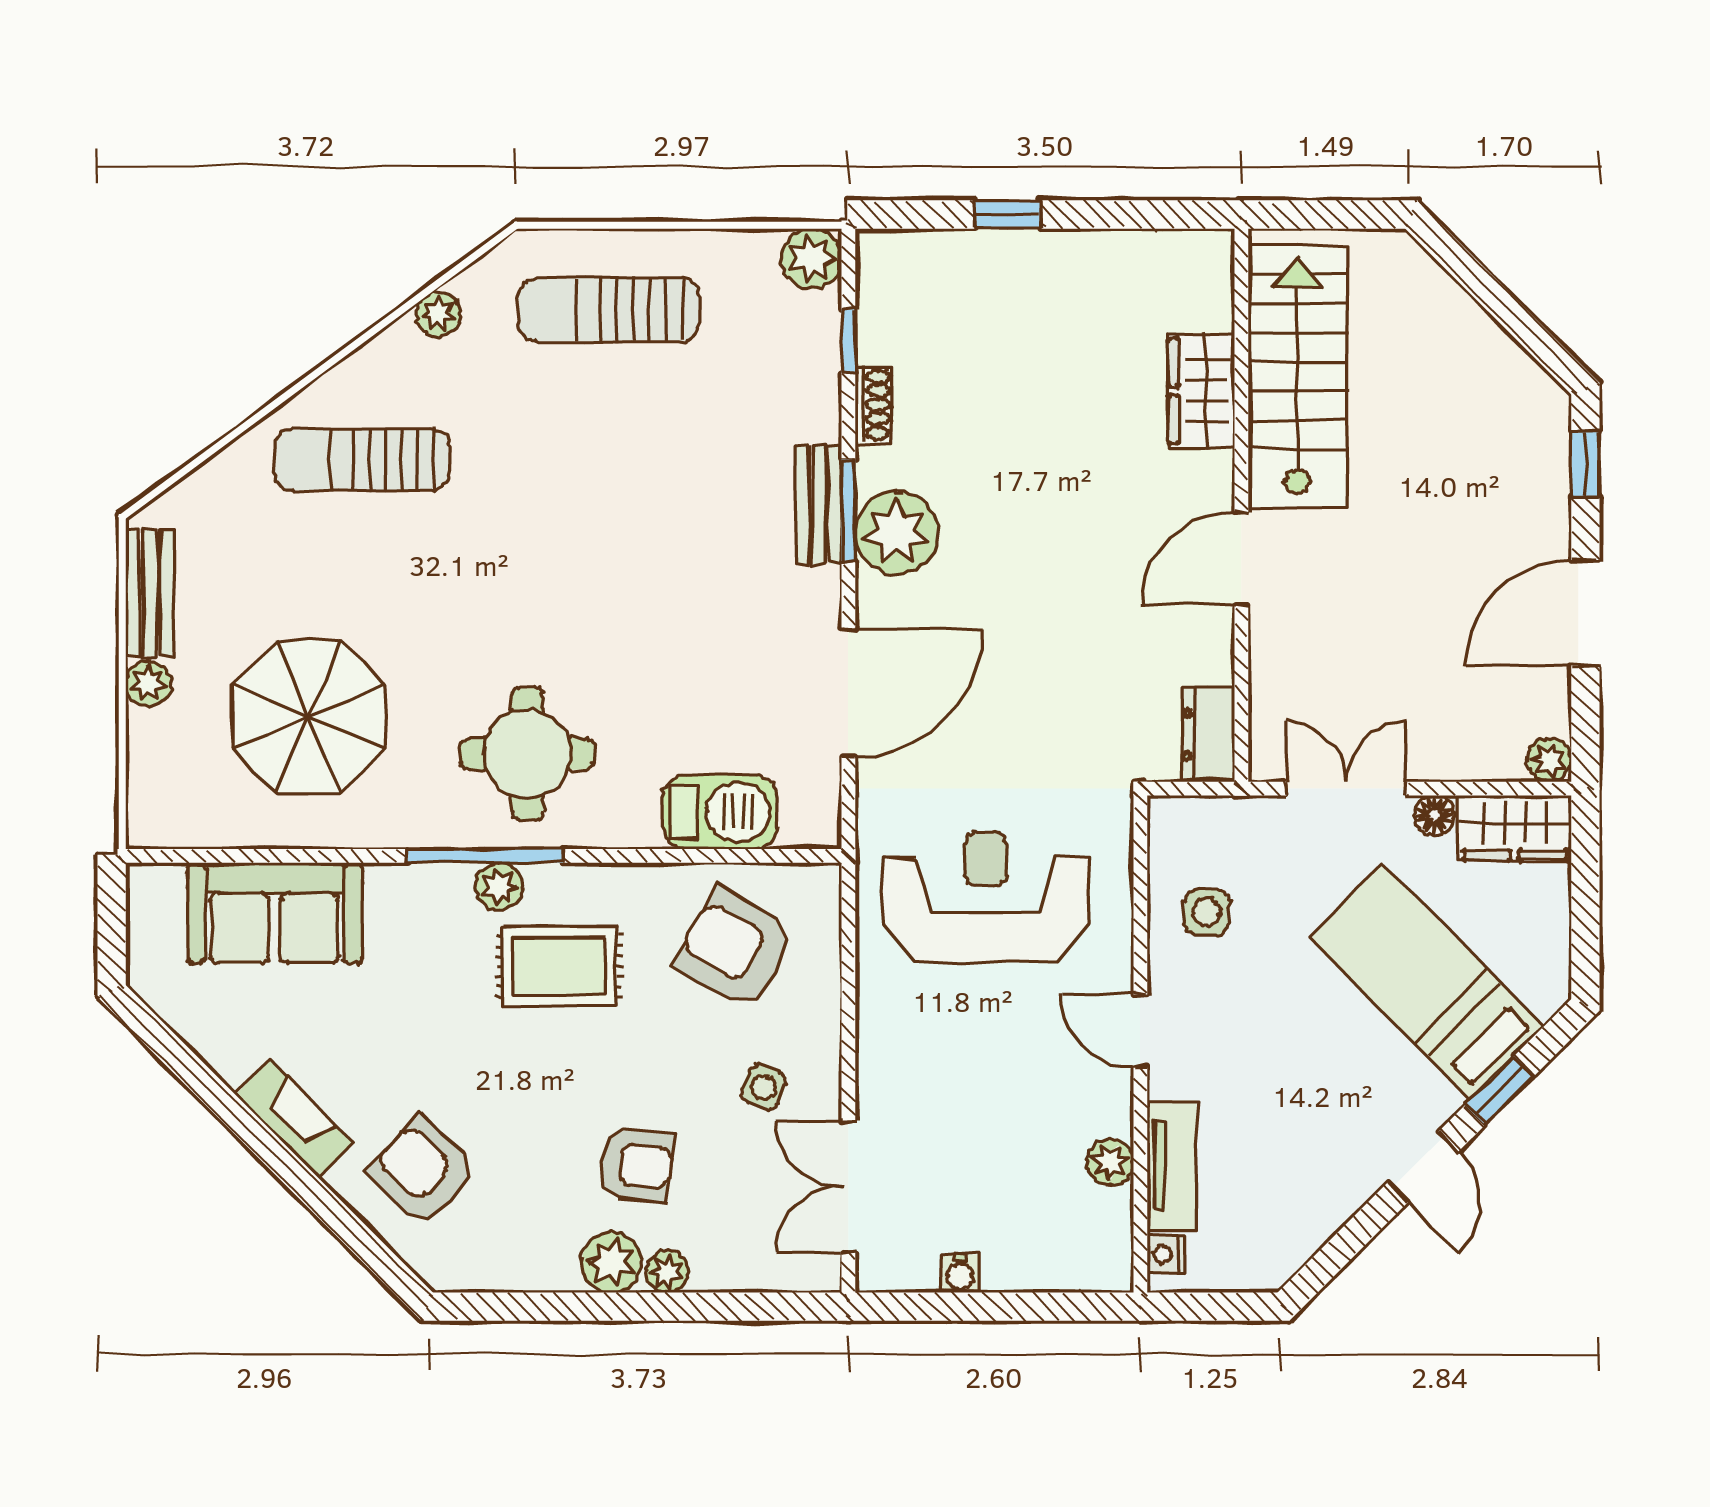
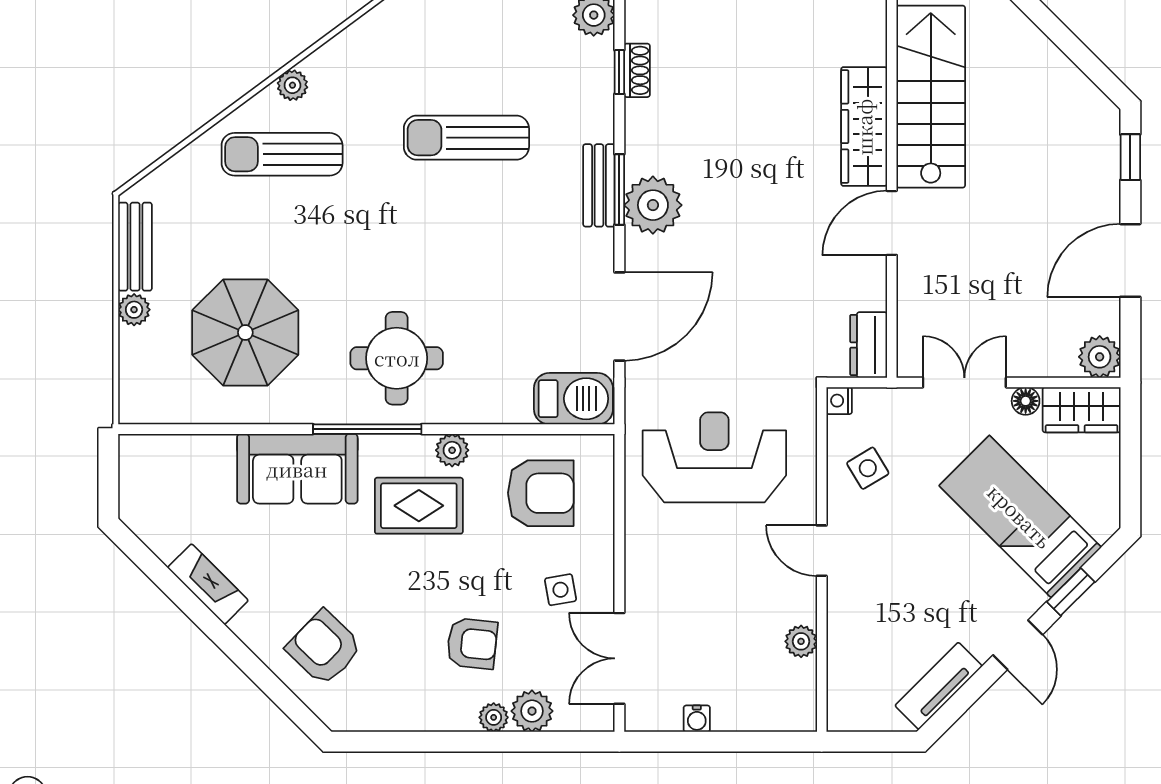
sun lounger: (609, 310) -> (466, 138), moved
plant: (438, 314) -> (292, 85), moved
wardrobe: (1201, 391) -> (864, 127), width x1.50
shoe rack: (874, 405) -> (637, 70), moved
plant: (1549, 760) -> (1100, 357), width x1.38, depth x1.38
barbecue: (720, 812) -> (573, 399), moved
plant: (499, 886) -> (452, 450), moved
side table: (1207, 912) -> (868, 468), turned -34
sofa: (275, 913) -> (297, 469), moved
armchair: (735, 948) -> (541, 493), turned 150
side table: (764, 1088) -> (561, 590), turned -31
fireplace: (294, 1119) -> (208, 584), moved
tv unit: (1172, 1165) -> (939, 686), moved, turned -135
nightstand: (1165, 1254) -> (839, 401), moved
plant: (612, 1263) -> (532, 711), moved

